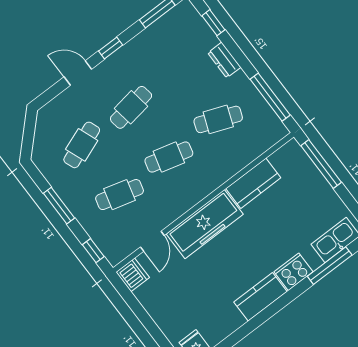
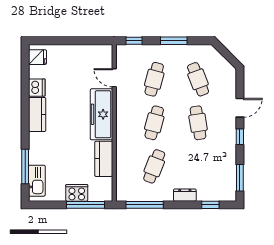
cooker: (293, 272) -> (77, 193), moved, turned -90
dishwasher: (133, 275) -> (37, 88), moved, turned -90

